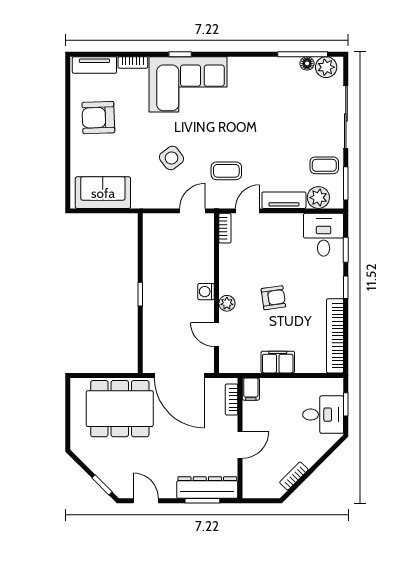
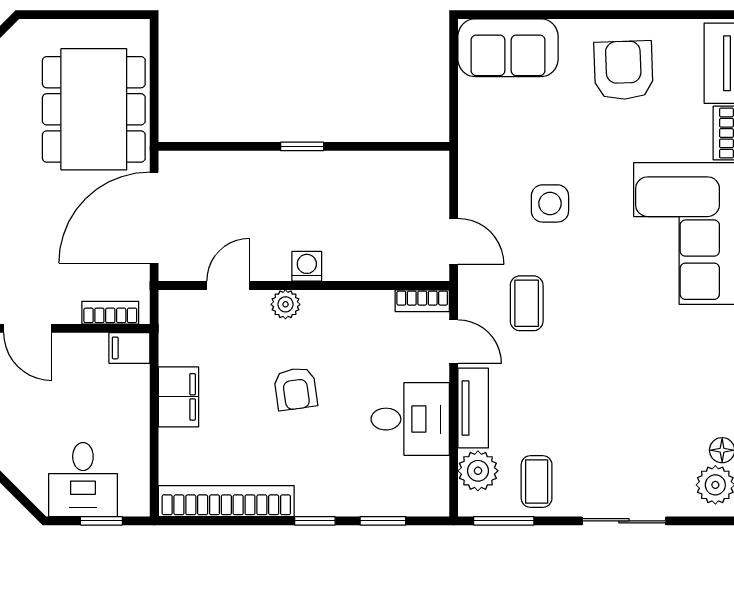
sliding door: (346, 117) -> (624, 521), width x0.73
side table: (172, 158) -> (550, 203), turned 37
sofa: (103, 193) -> (508, 48), moved, turned 90
desk: (324, 235) -> (410, 419), moved

